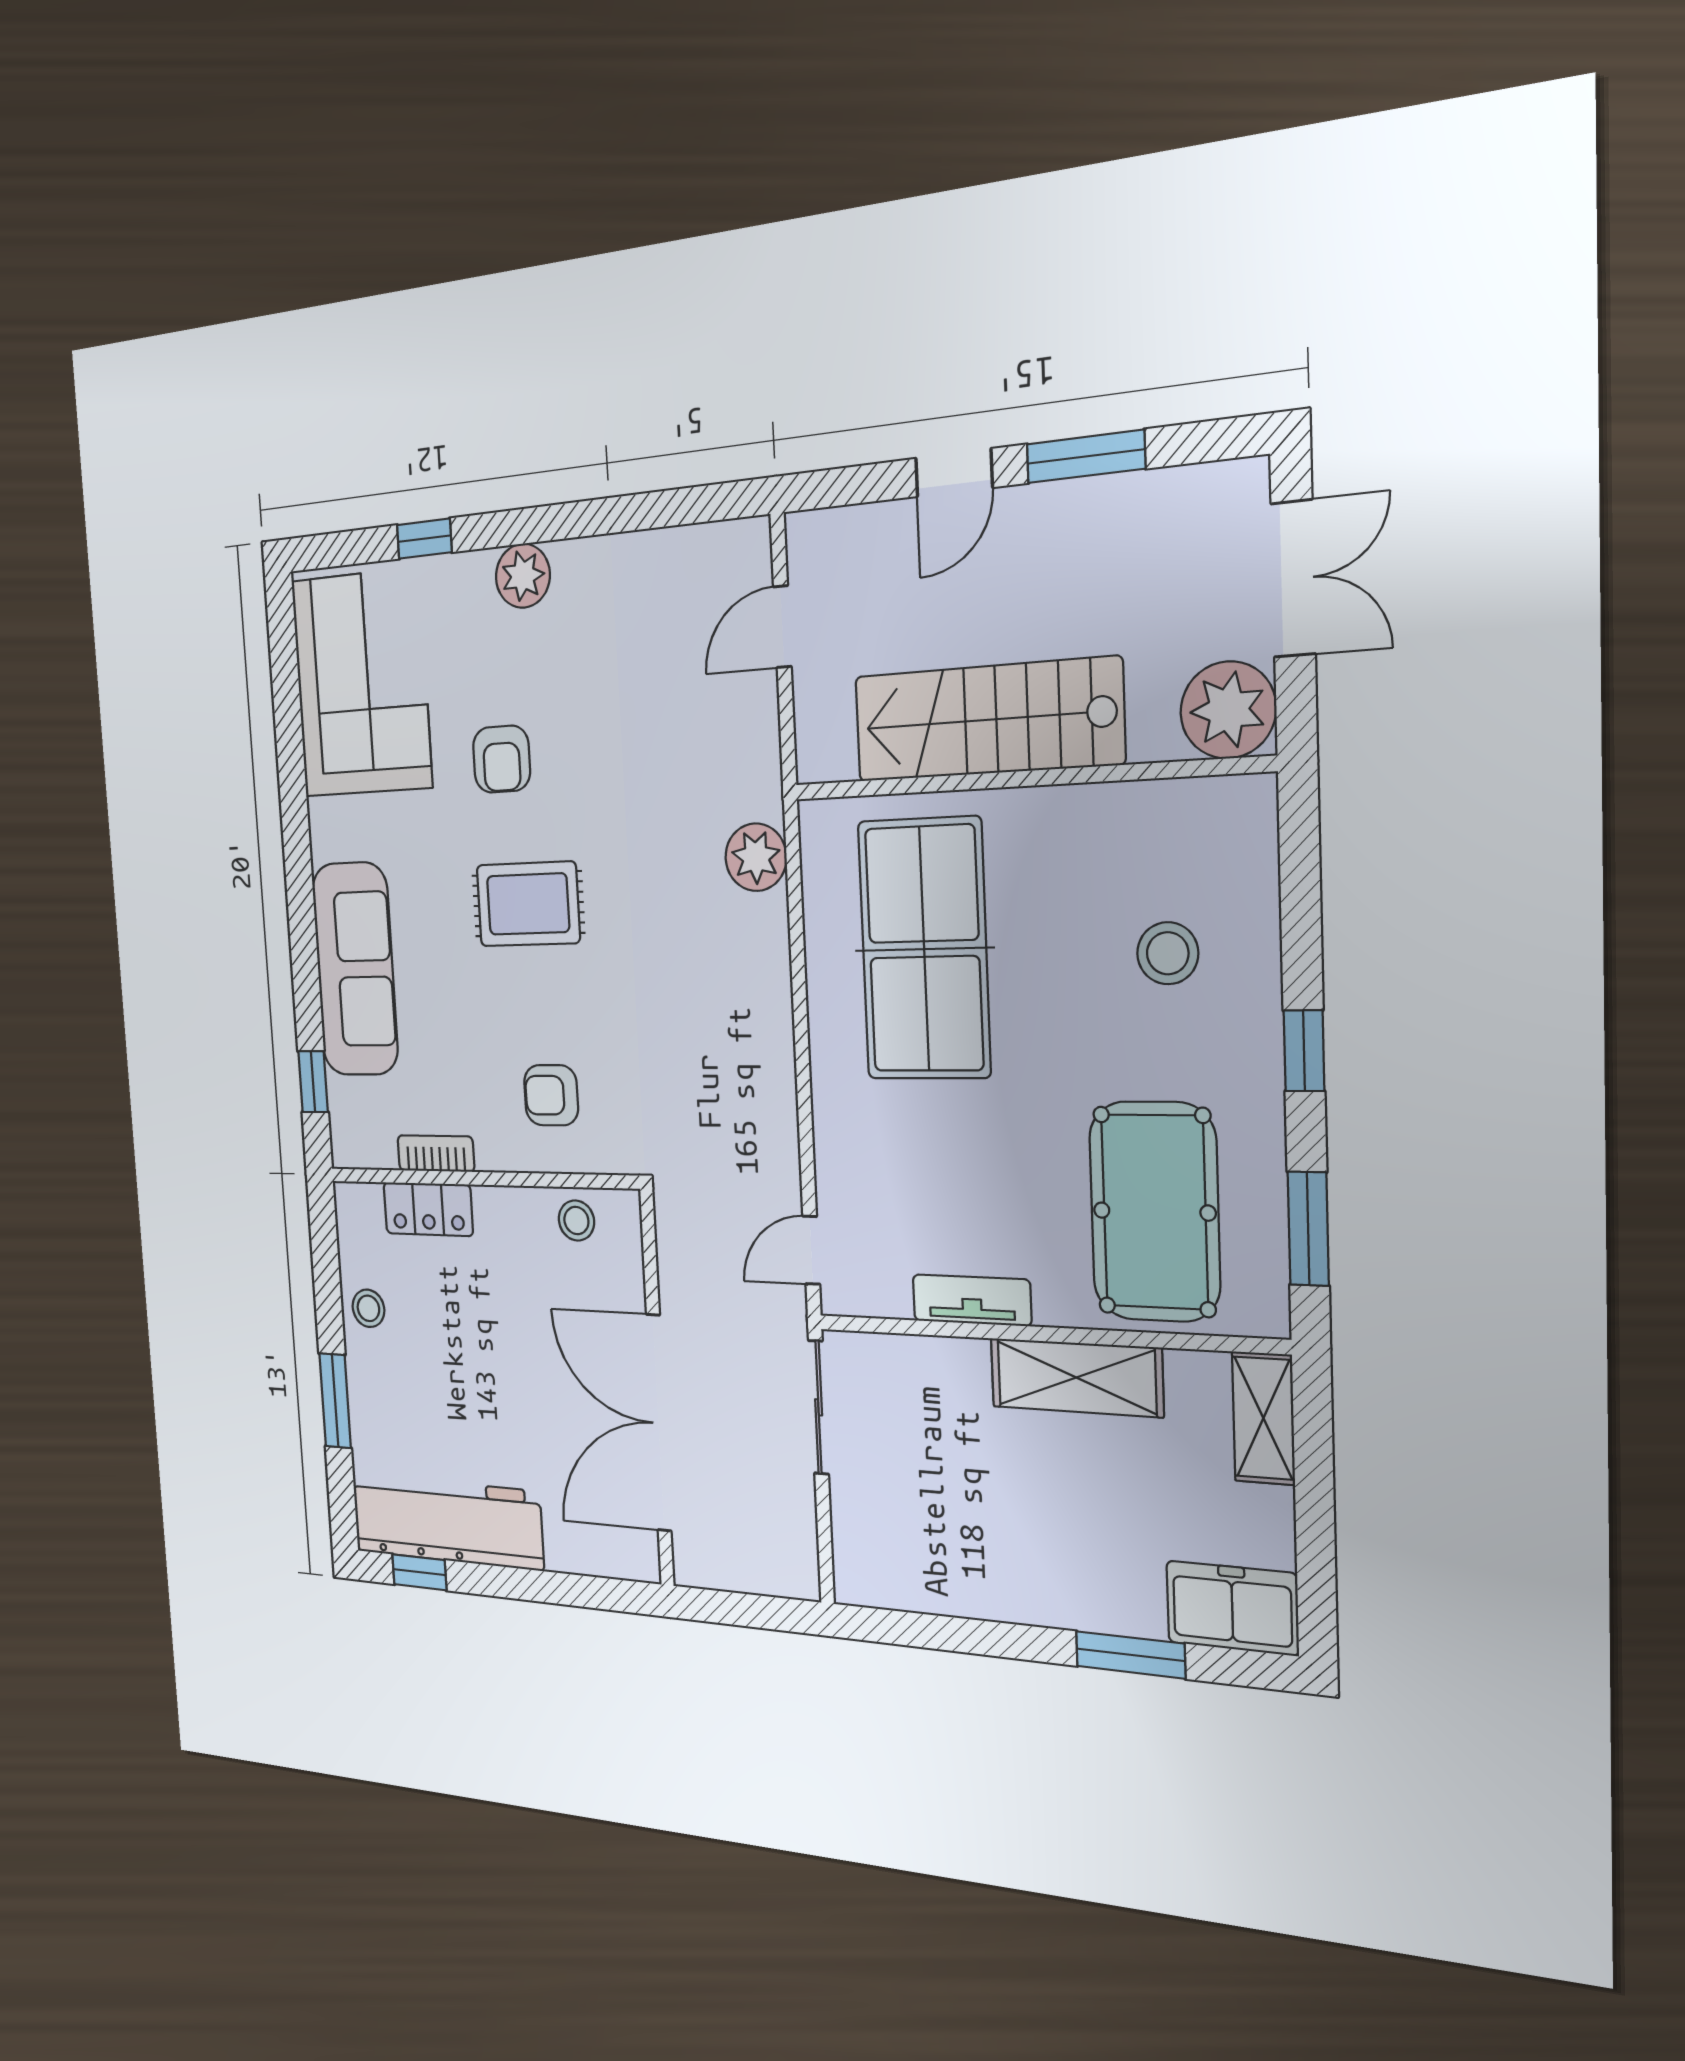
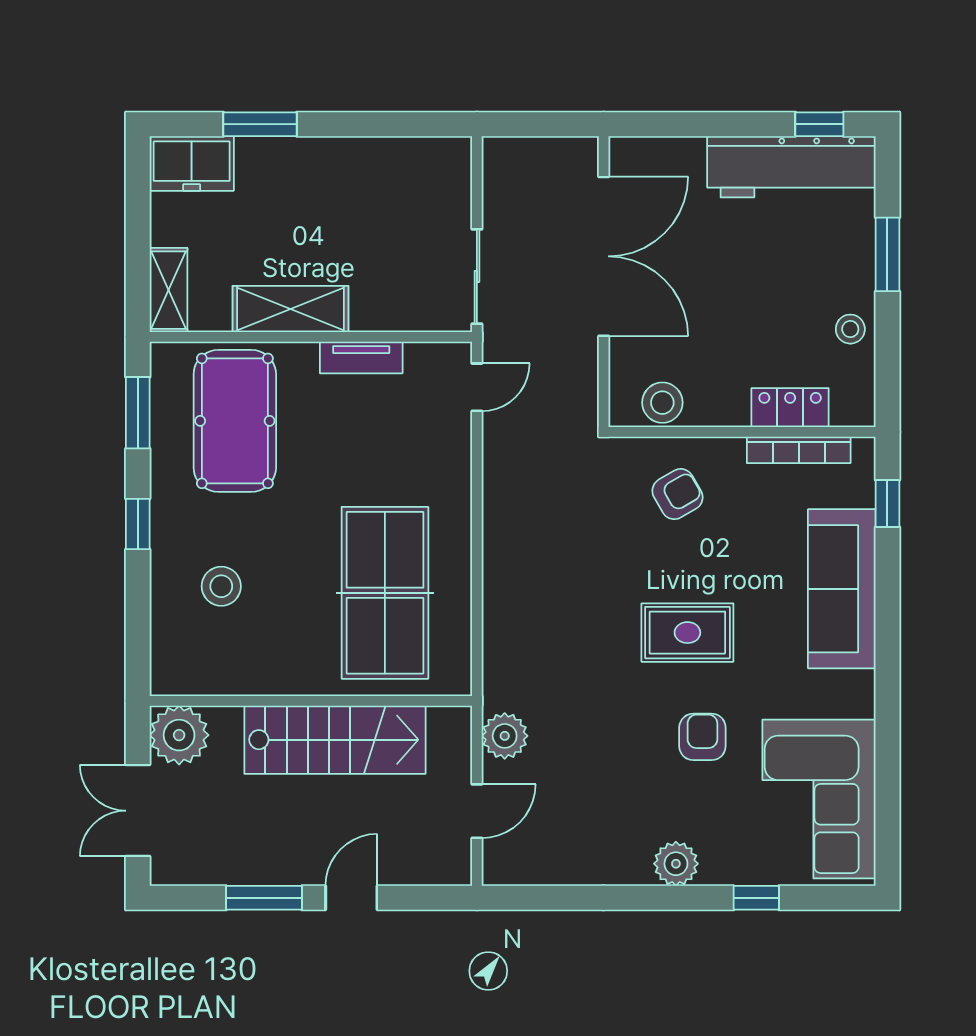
plant: (756, 857) -> (505, 736), moved
armchair: (551, 1095) -> (678, 494), turned -30
bookcase: (436, 1153) -> (799, 450), width x1.56
stool: (576, 1220) -> (662, 403), width x1.37, depth x1.37

